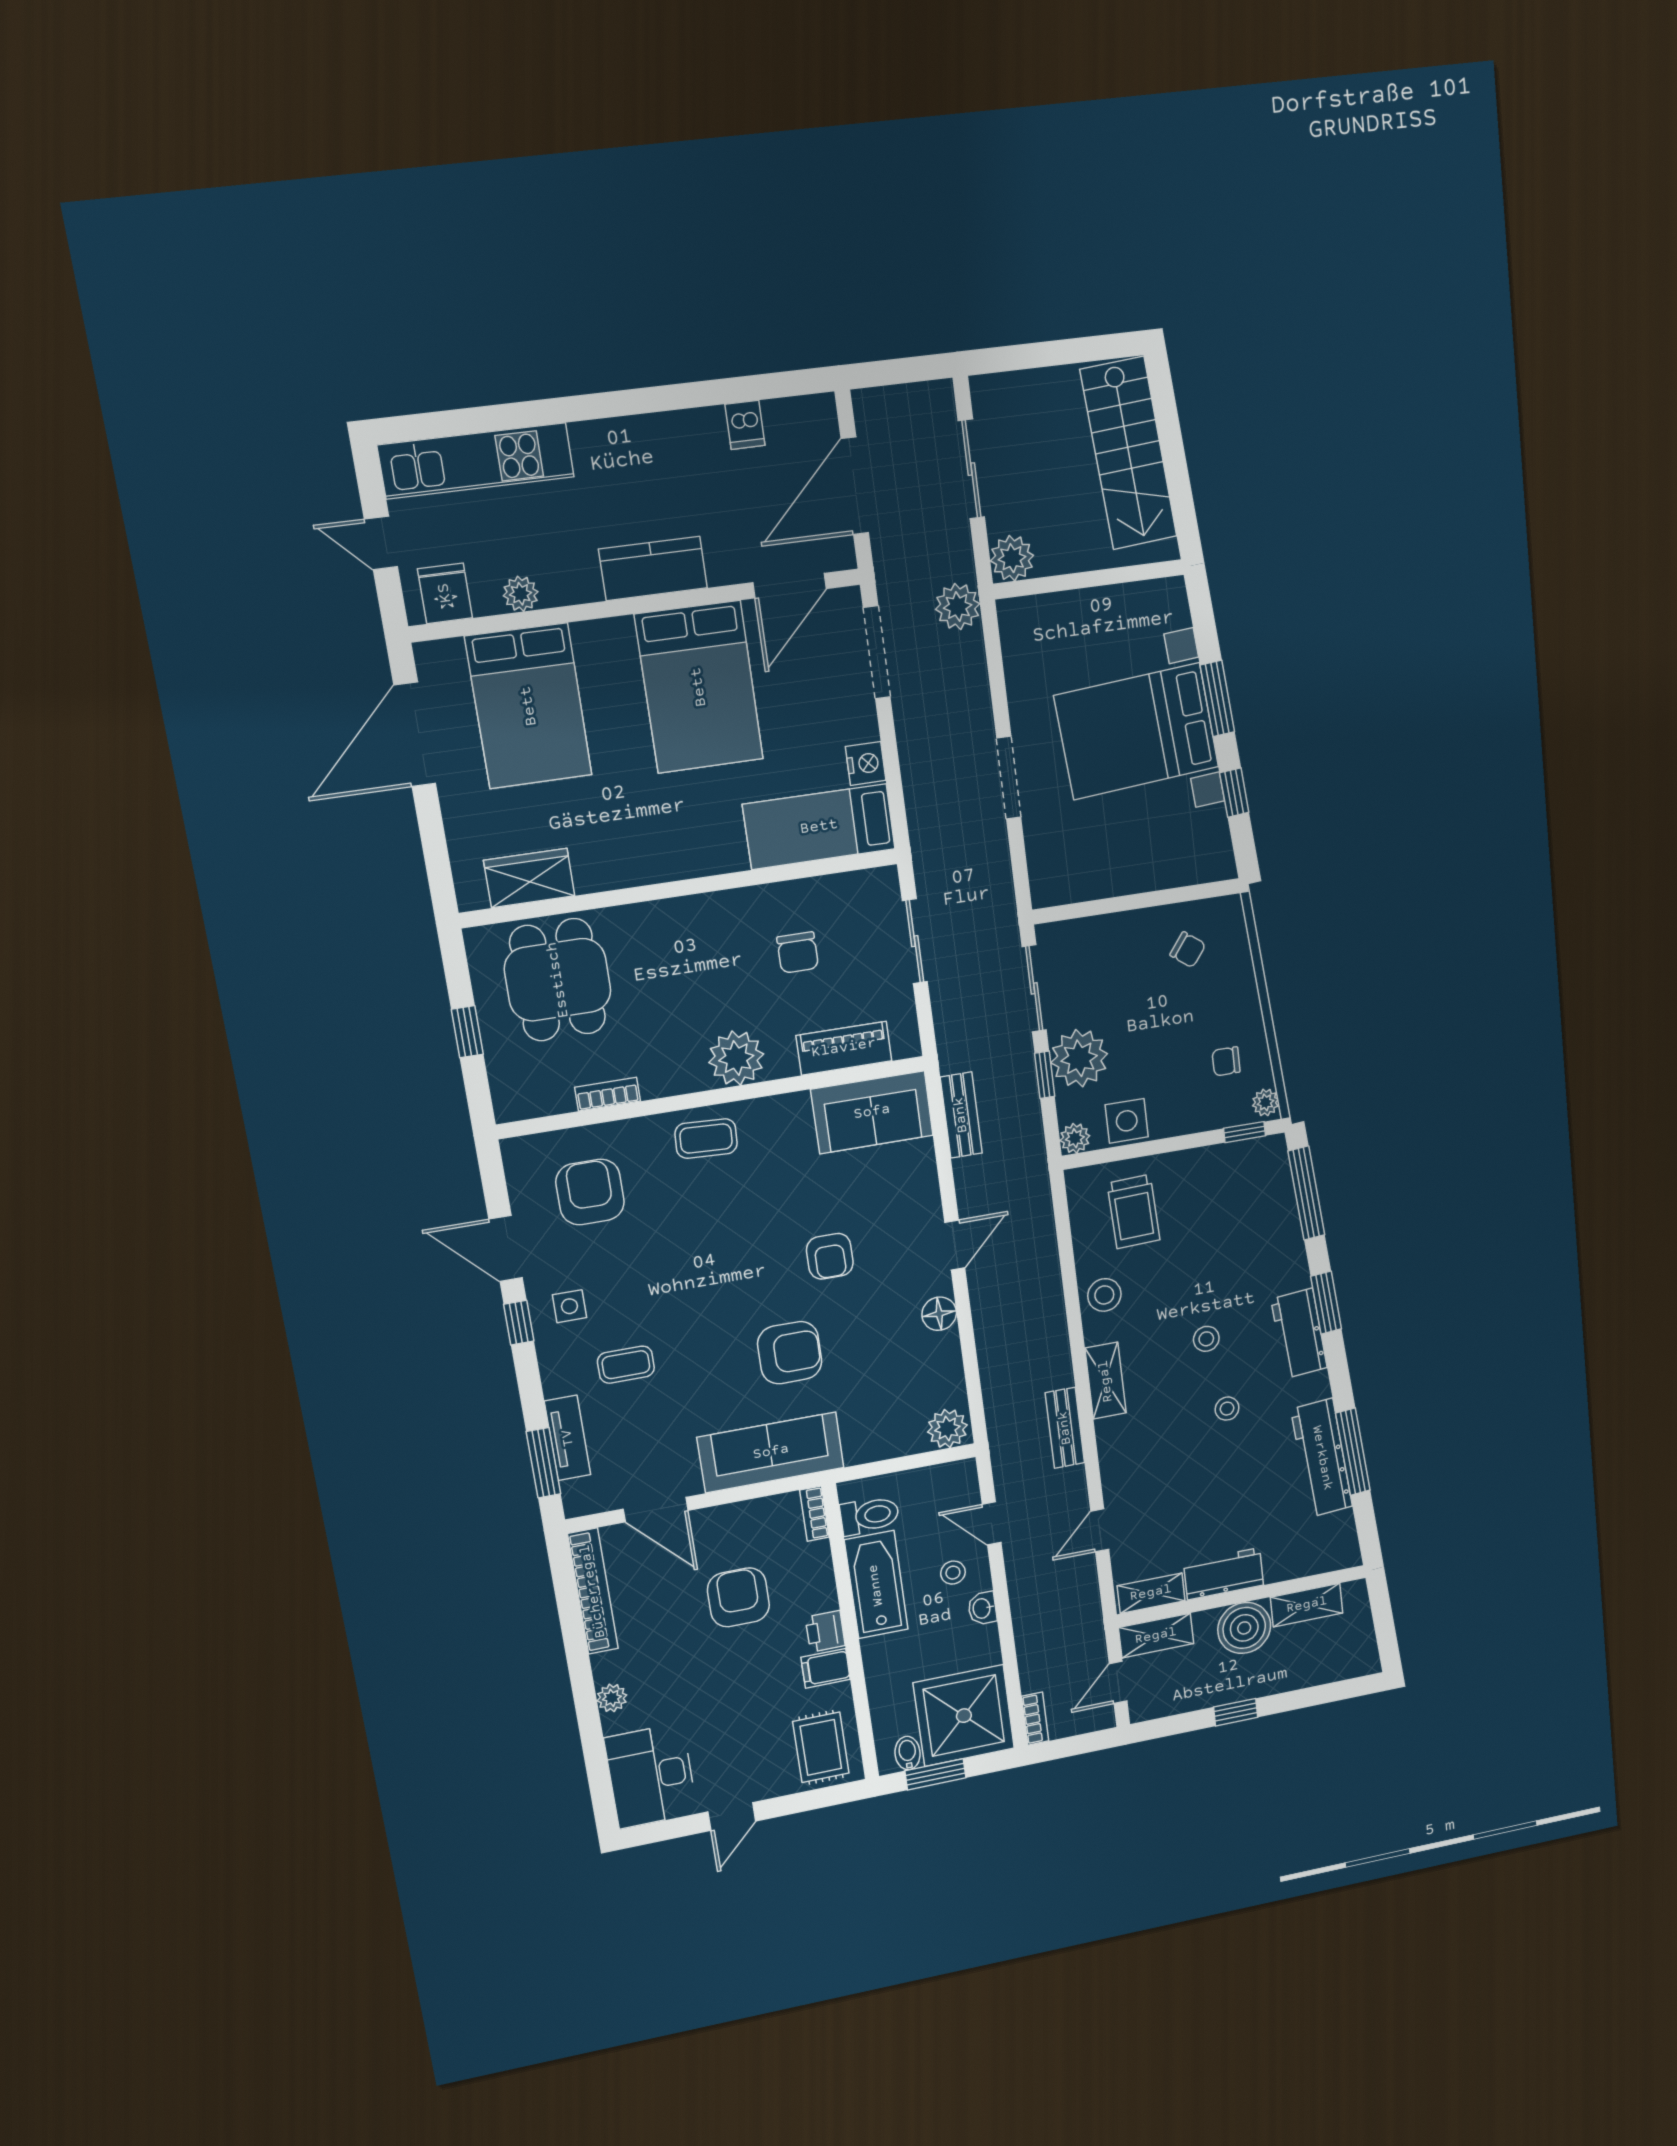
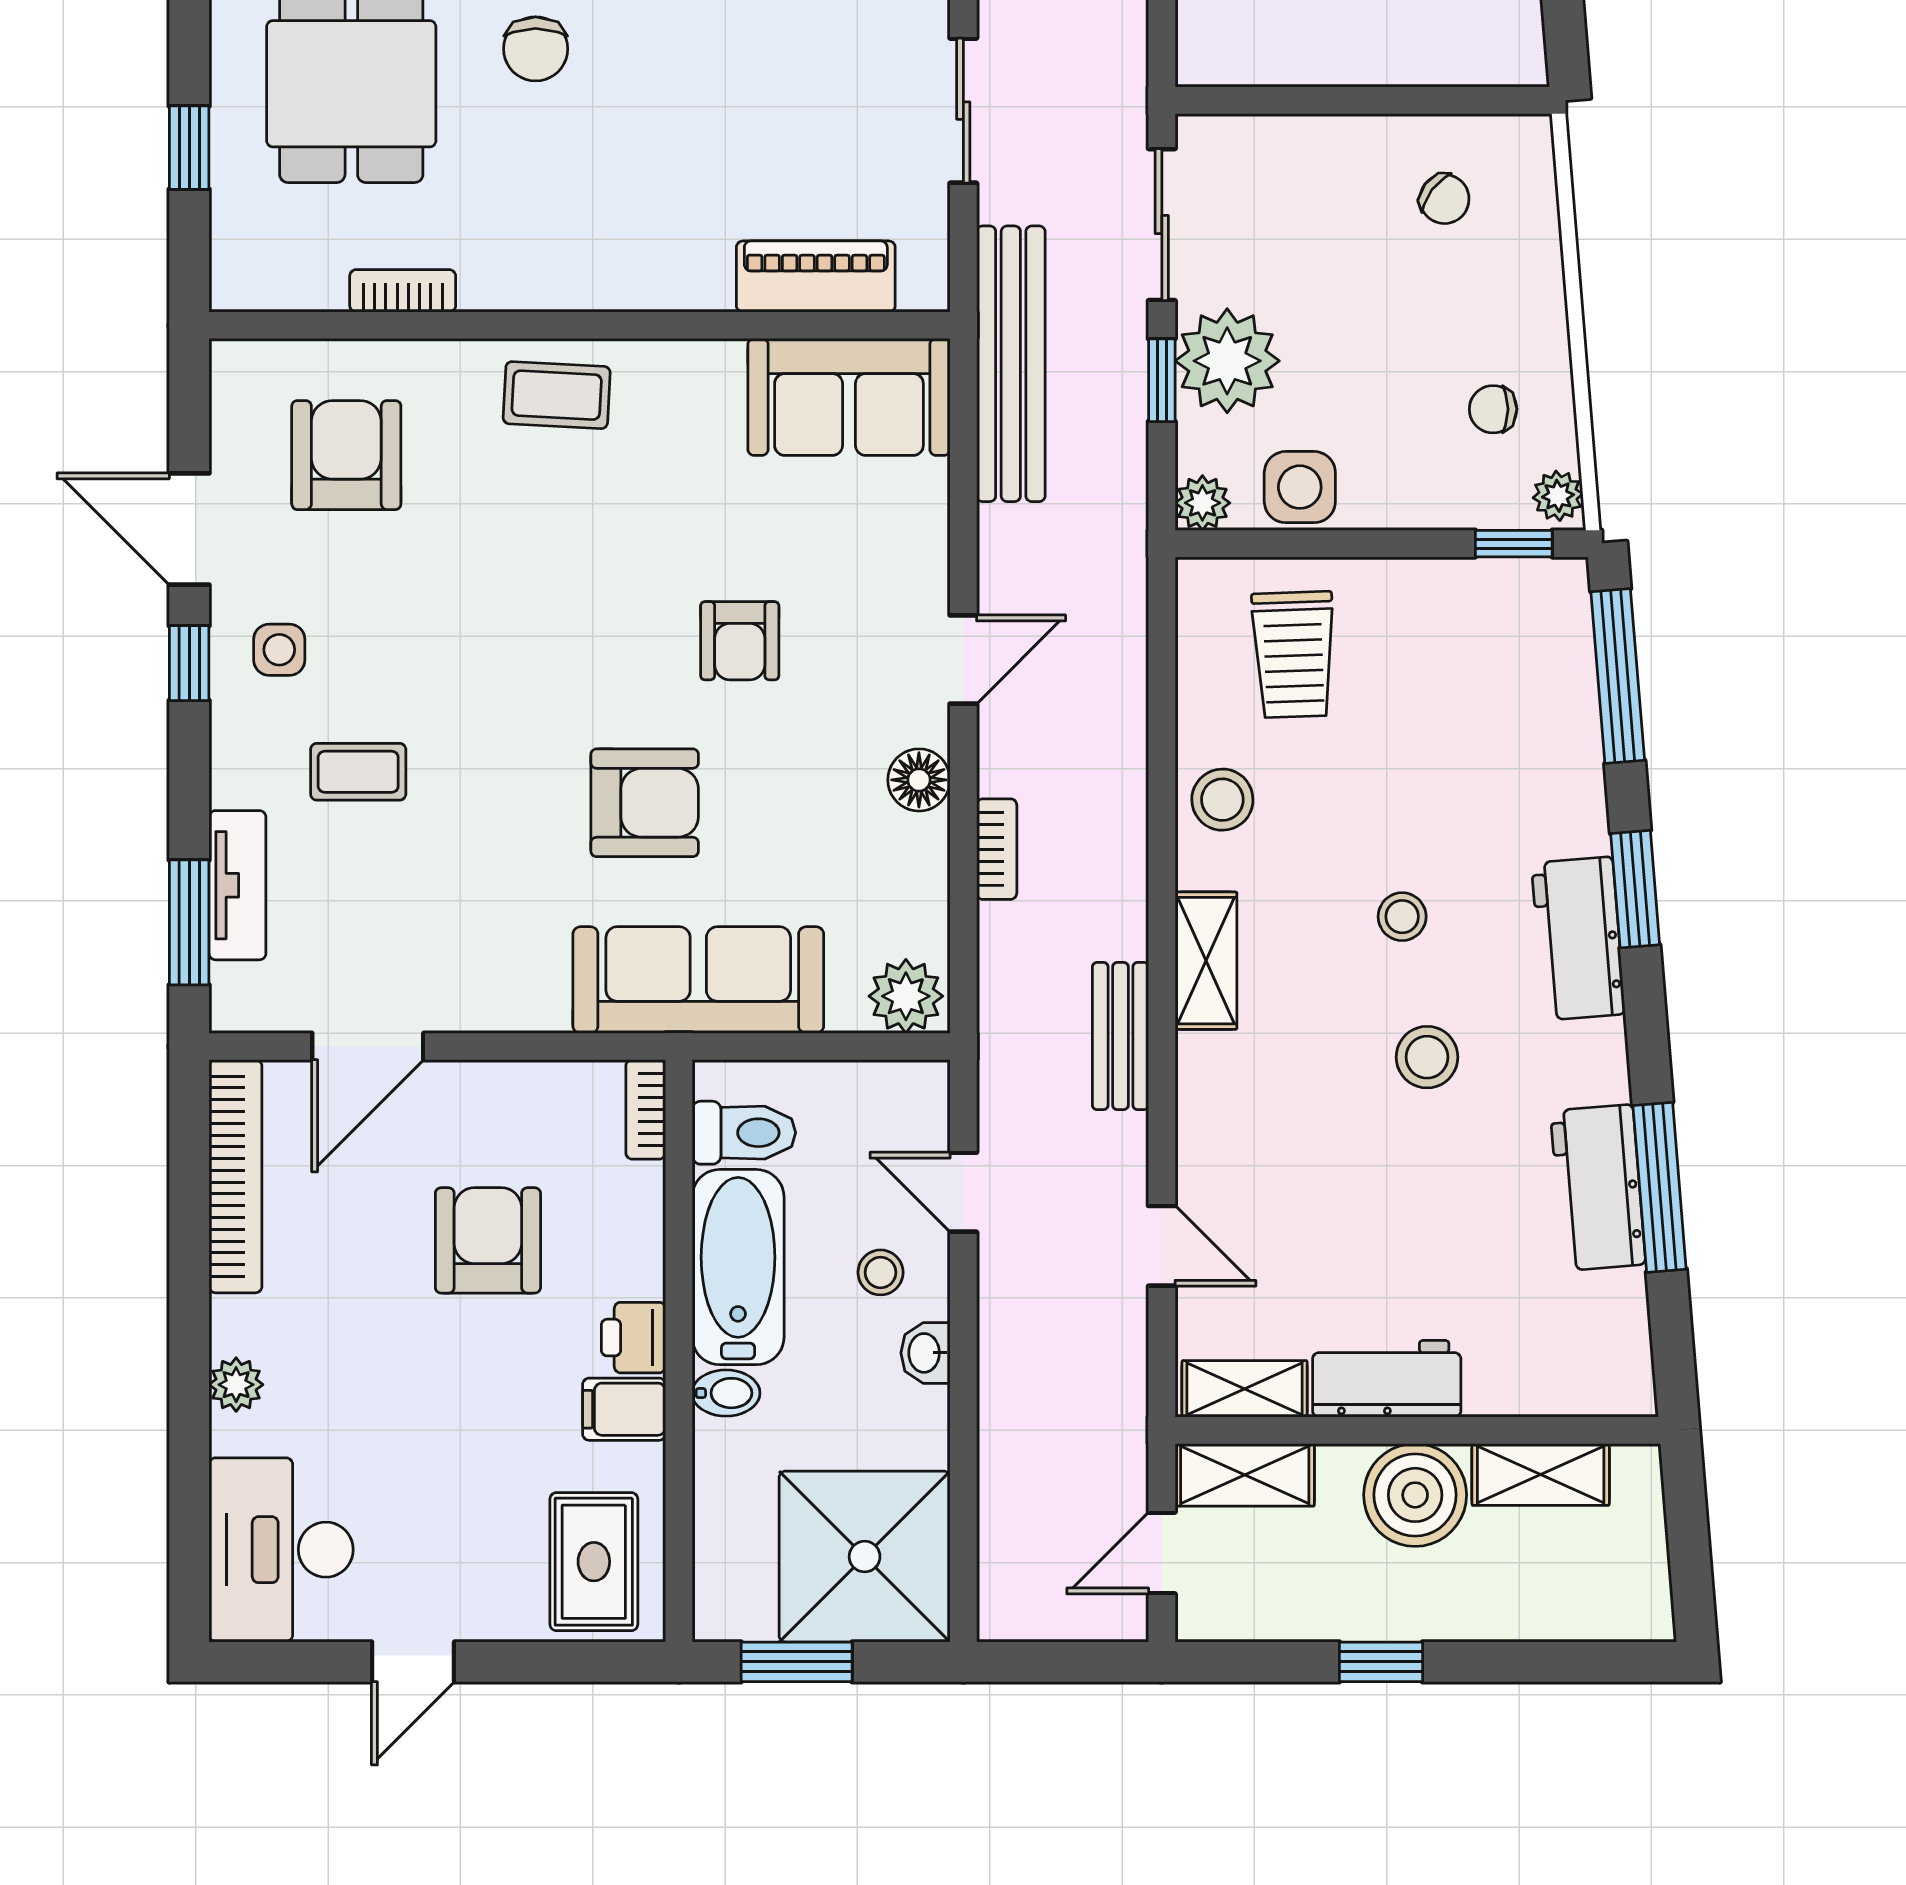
chair: (798, 952) -> (536, 49), moved
plant: (736, 1058) -> (629, 264), removed
bench: (961, 1115) -> (1011, 364), width x1.86, depth x1.21
stool: (1227, 1409) -> (1427, 1057), width x1.37, depth x1.37
sofa: (771, 1452) -> (698, 980), moved
workbench: (1322, 1458) -> (1598, 1188), width x0.73
door: (656, 1510) -> (368, 1046), hinge flipped
door: (1100, 1530) -> (1162, 1246), swing flipped
bookcase: (1035, 1719) -> (997, 849), moved
bidet: (908, 1753) -> (726, 1393), moved, turned 90

